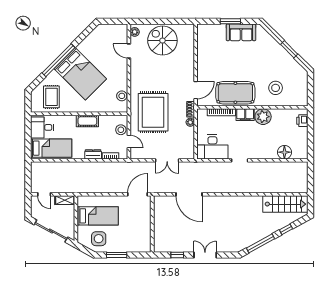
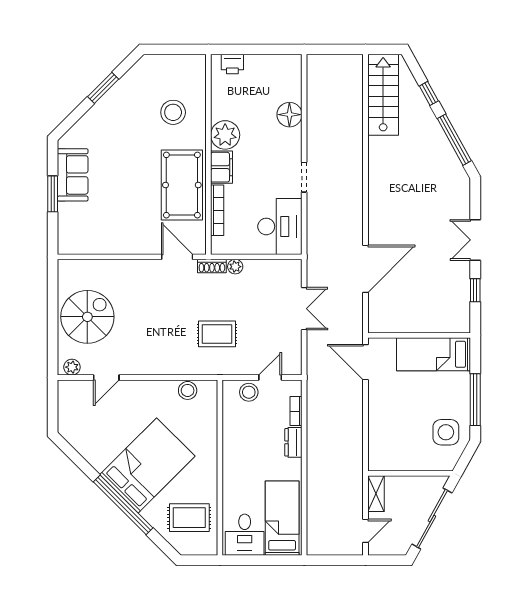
spiral stairs: (162, 41) -> (87, 317), turned 180
rug: (153, 112) -> (217, 334), width x0.54, depth x0.49
cot: (87, 121) -> (233, 453), removed
floor lamp: (284, 152) -> (289, 115), moved
bed: (98, 216) -> (434, 354), moved, turned -90
window: (117, 255) -> (475, 400), width x1.44

